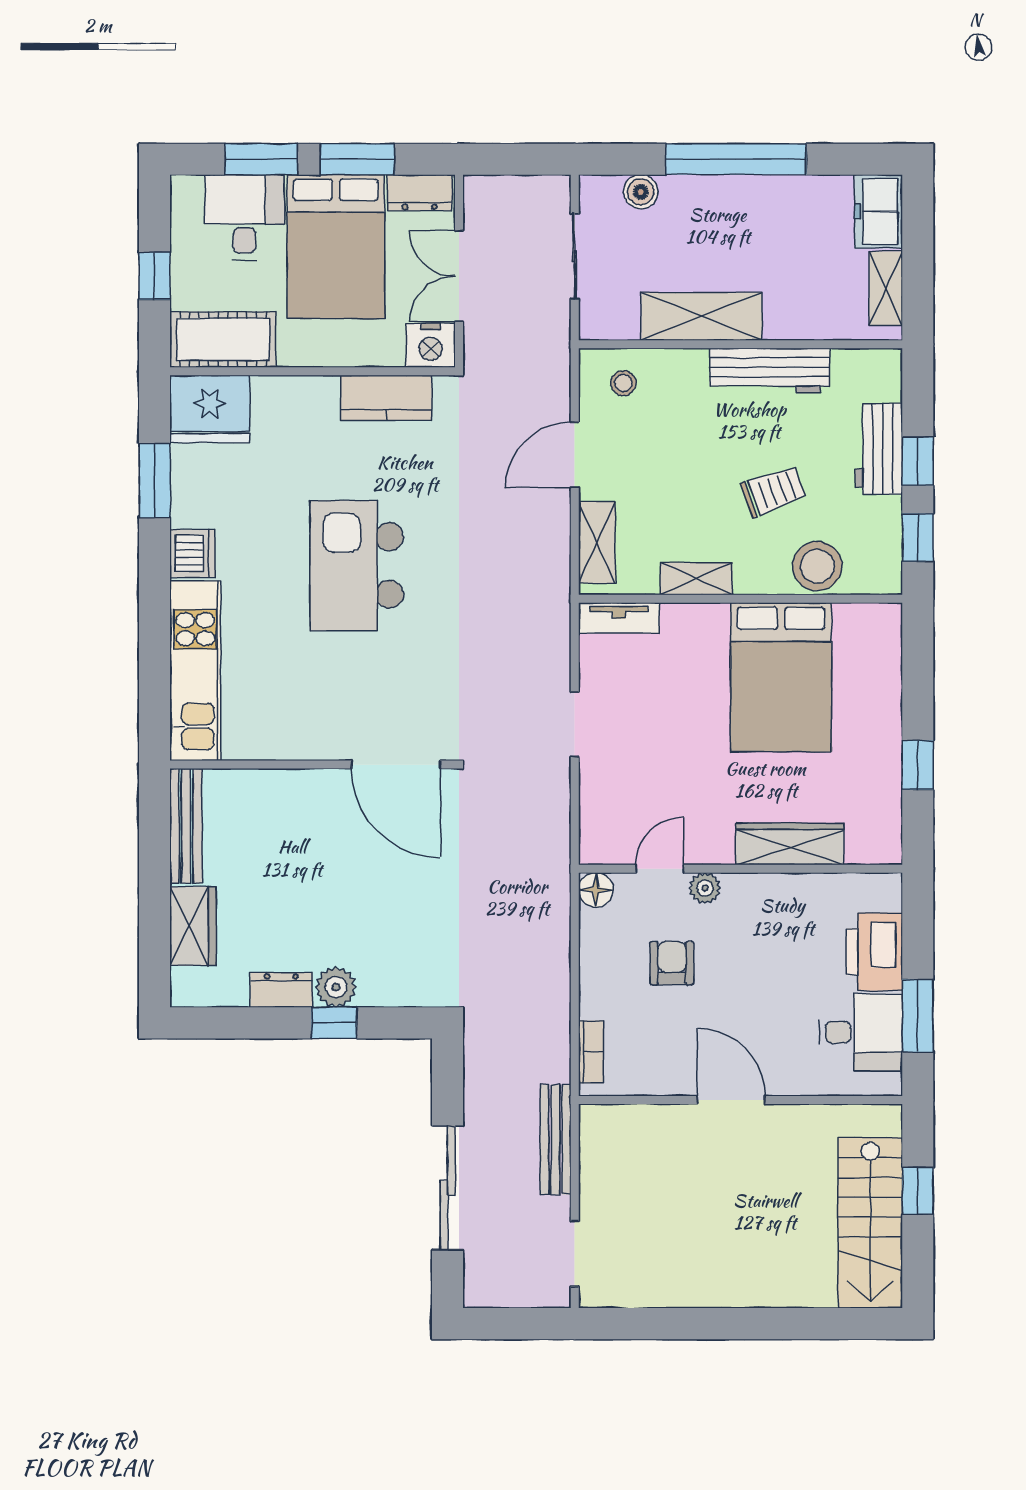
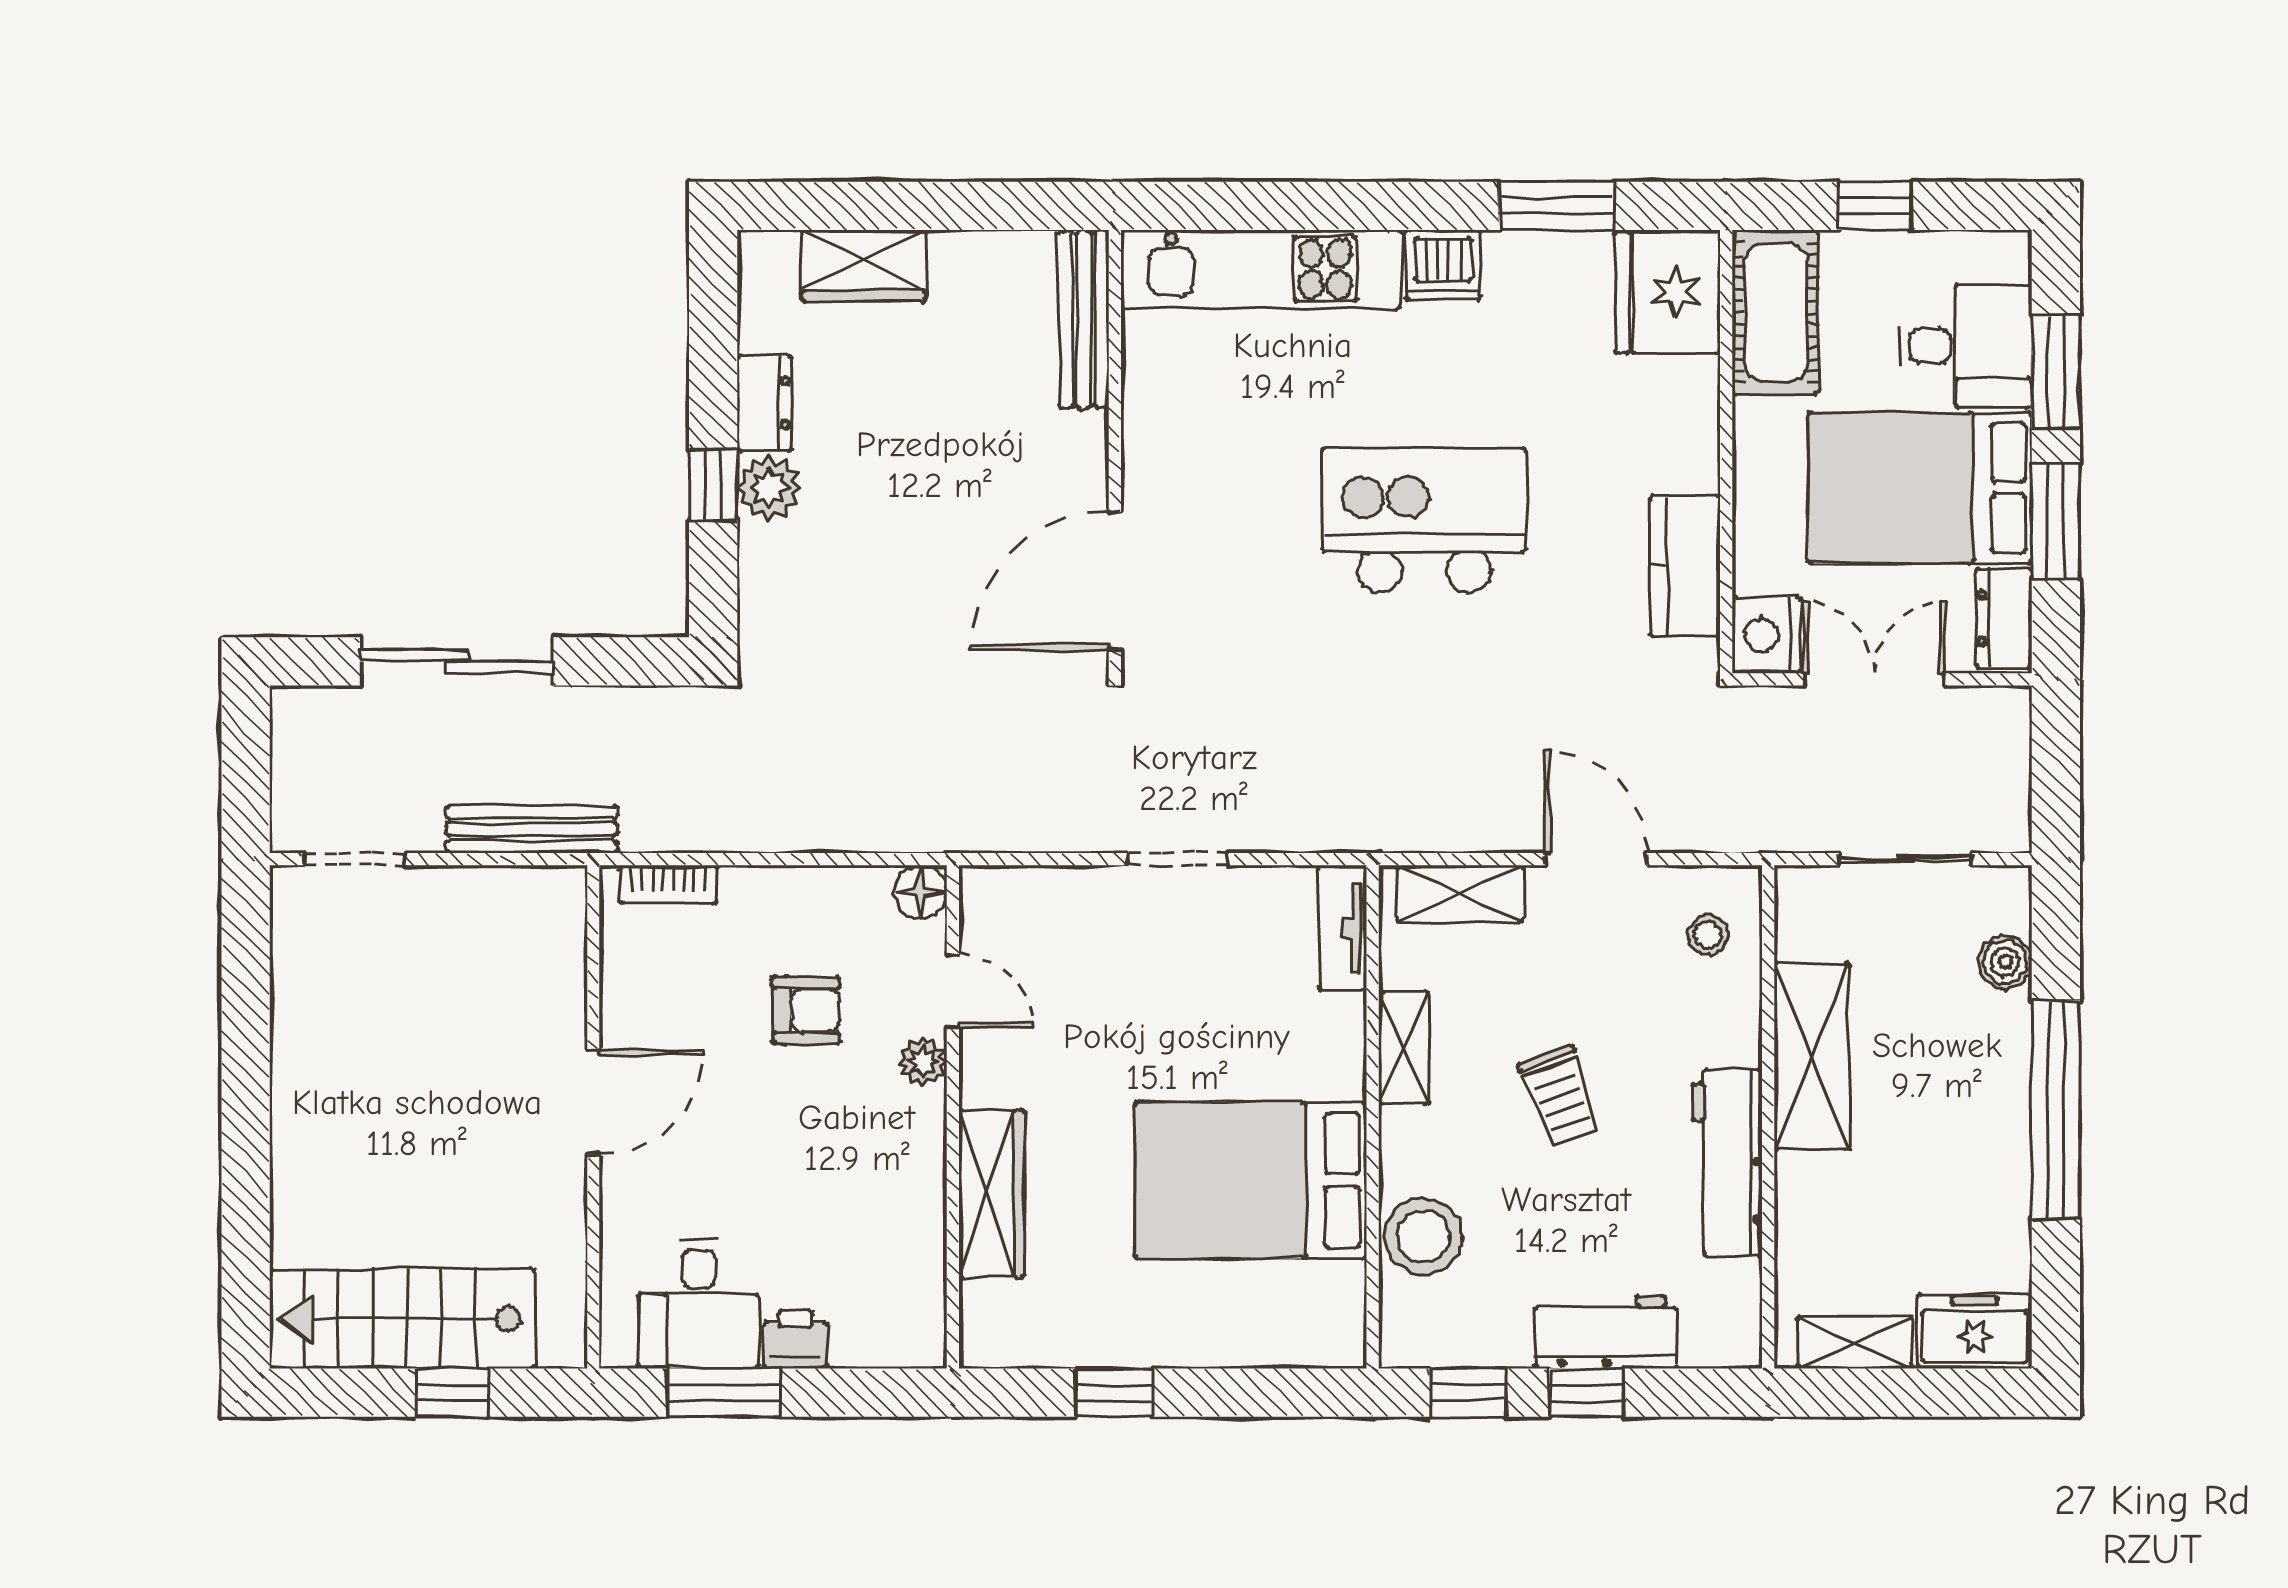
trolley: (773, 491) -> (1560, 1097), moved
bench: (186, 826) -> (1084, 319), moved, turned 90
printer: (874, 952) -> (795, 1339), width x0.53, depth x0.68

